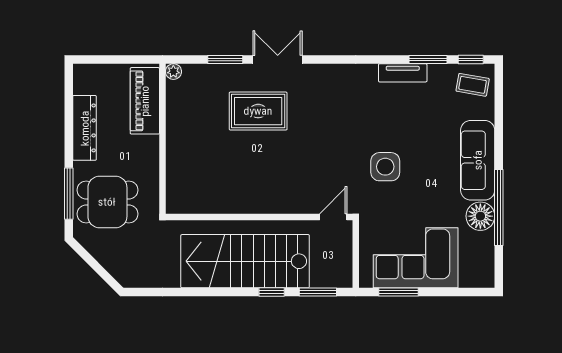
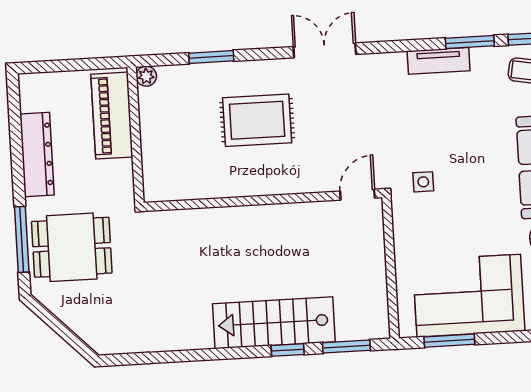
double door: (278, 60) -> (325, 50), moved
side table: (385, 167) -> (423, 182), width x0.54, depth x0.54
wall: (259, 217) -> (263, 200), moved
door: (333, 217) -> (357, 195), moved
stairs: (245, 261) -> (274, 323), width x0.73, depth x0.66

